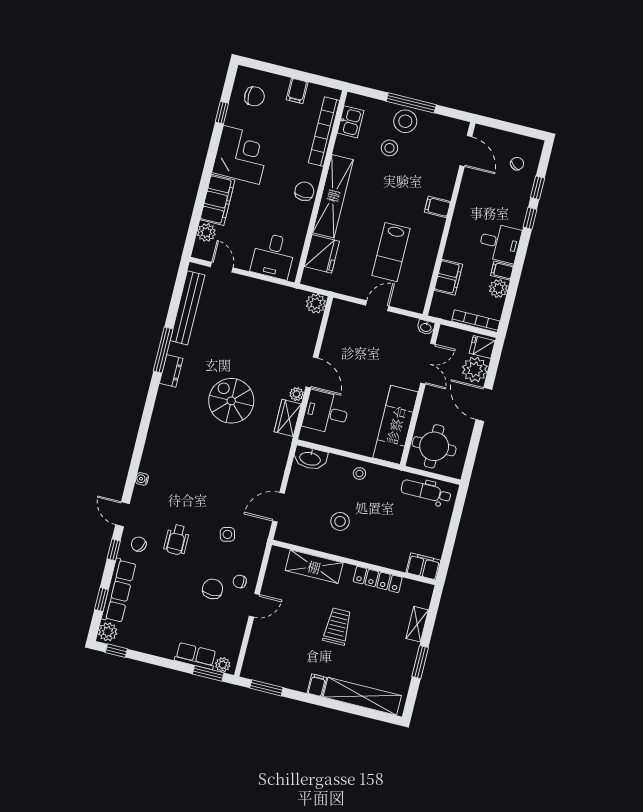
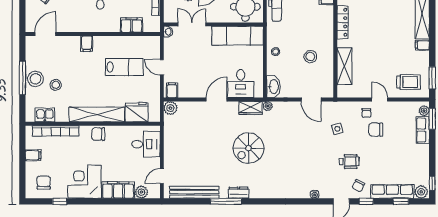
filing cabinet: (341, 312) -> (172, 90), added
plant: (297, 394) -> (268, 106), moved
trolley: (337, 627) -> (409, 82), moved, turned 180

